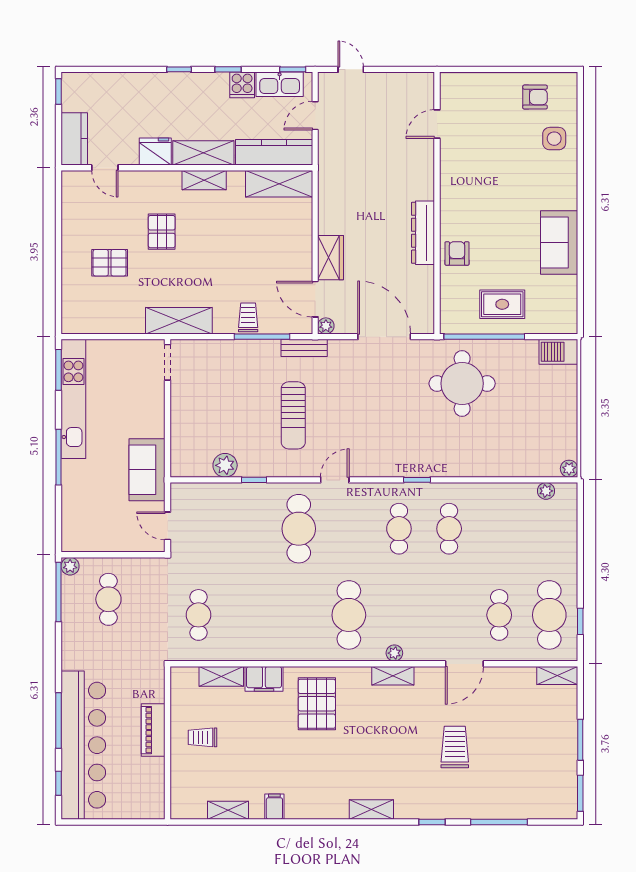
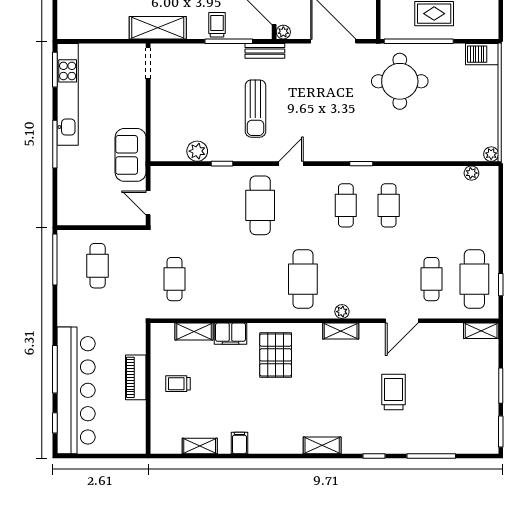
plant: (70, 566) -> (65, 237), removed

